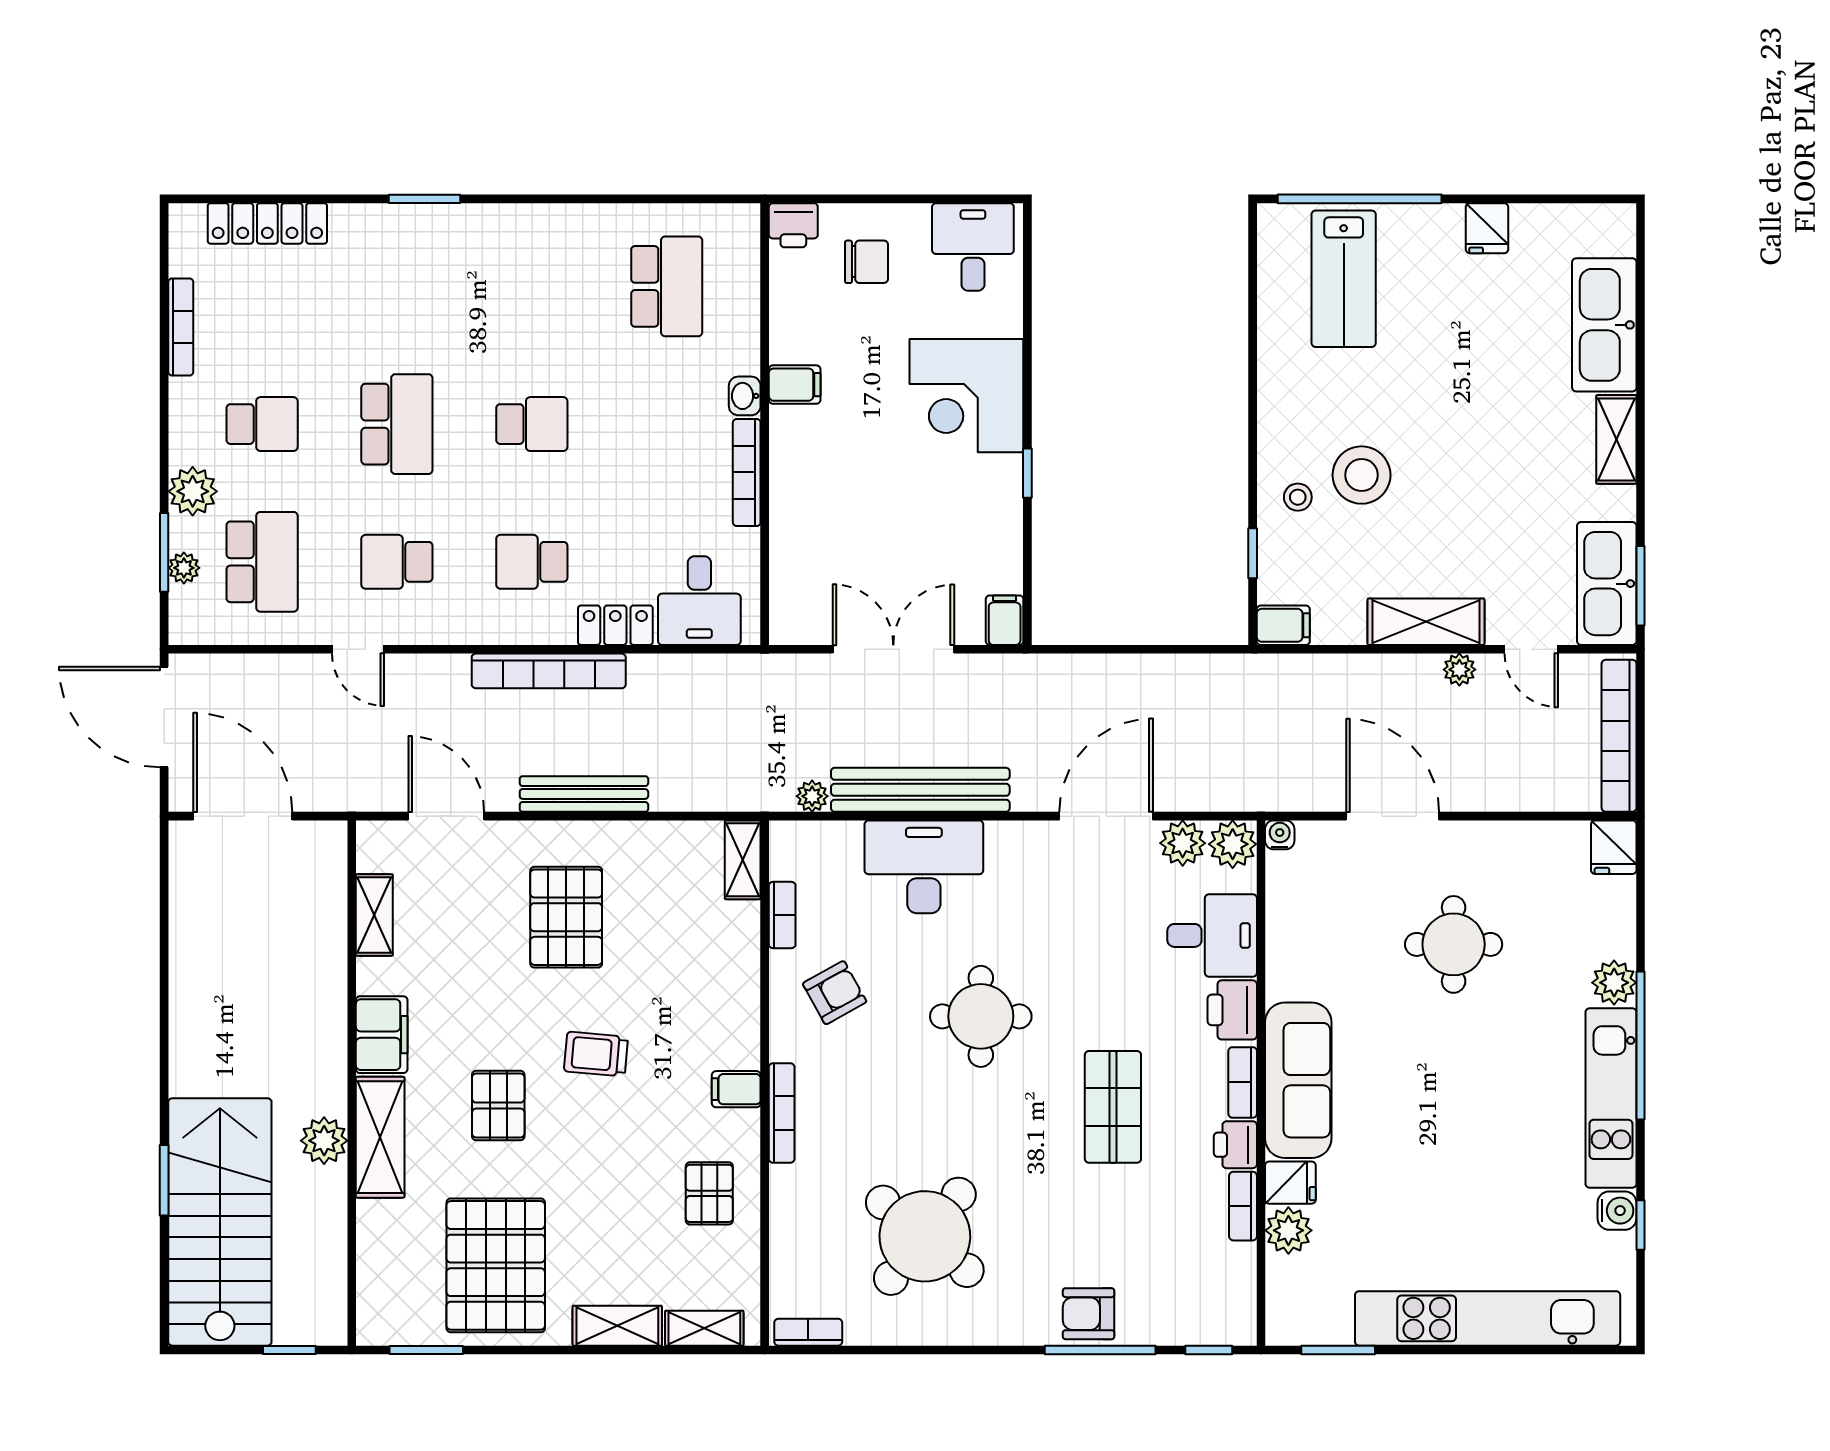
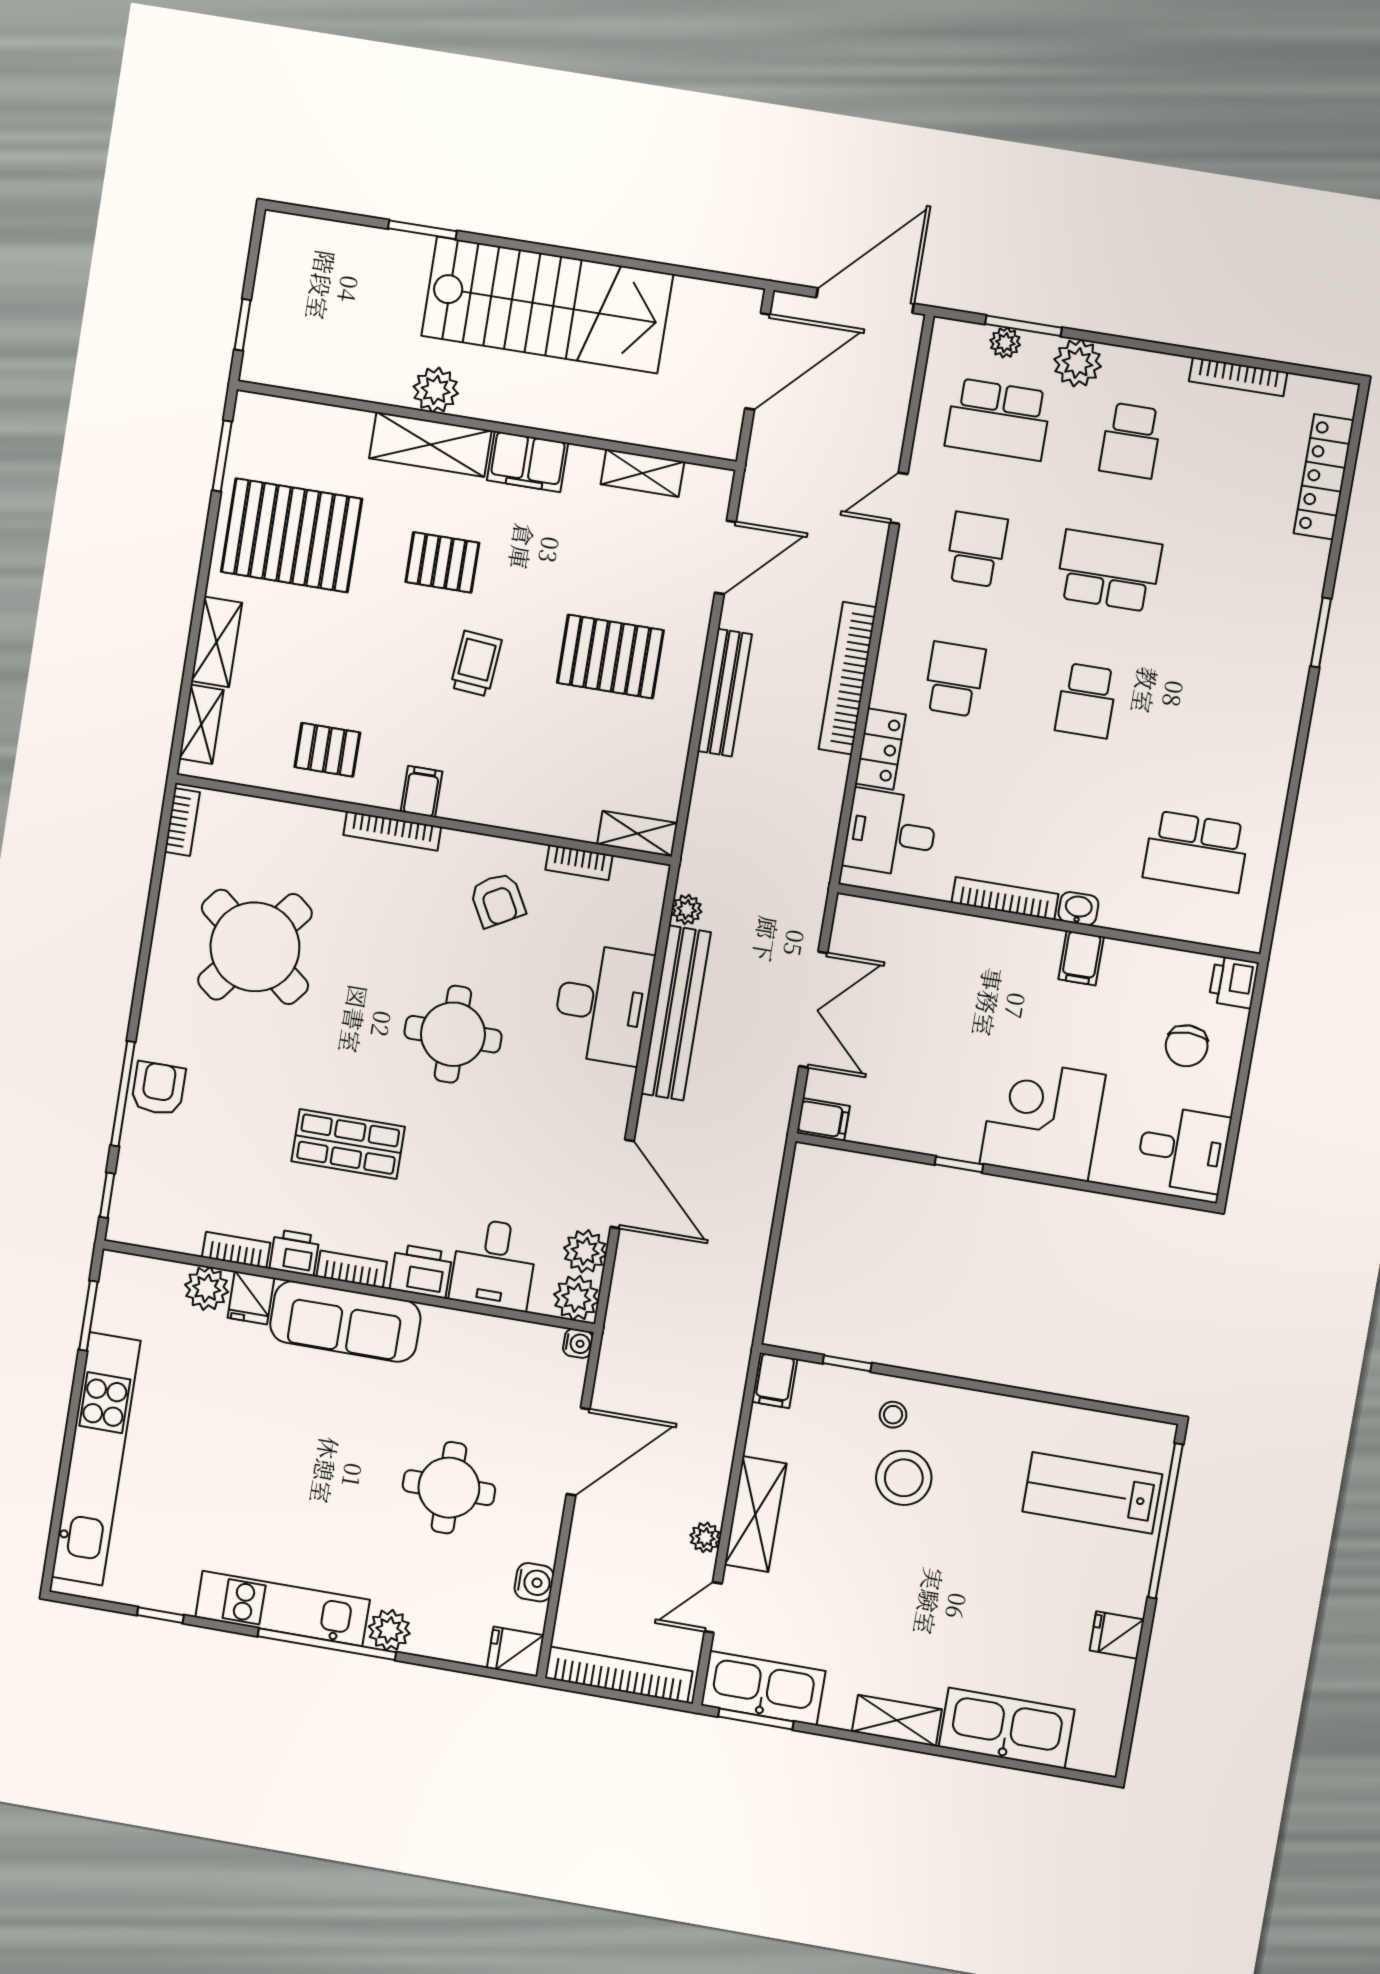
school desk: (397, 424) -> (1109, 571), turned 180
water cooler: (1617, 1211) -> (534, 1582), moved, turned -90
stairs: (220, 1222) -> (547, 305), moved

